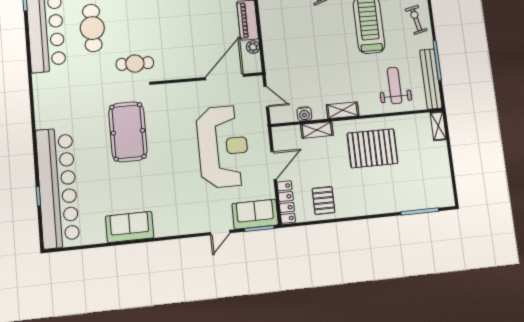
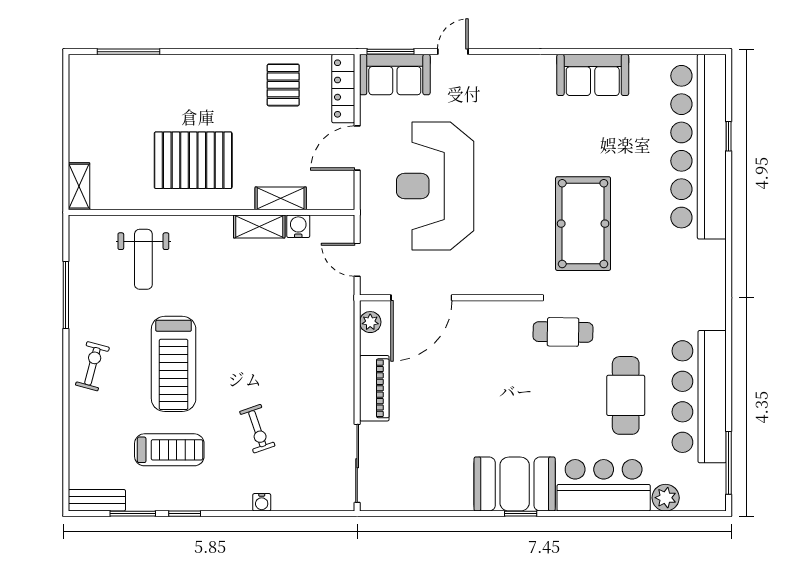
exercise bike: (416, 20) -> (92, 366), turned -152
plant: (253, 47) -> (370, 322), moved
bench: (431, 79) -> (81, 265), removed
shelving: (343, 110) -> (259, 226), moved

